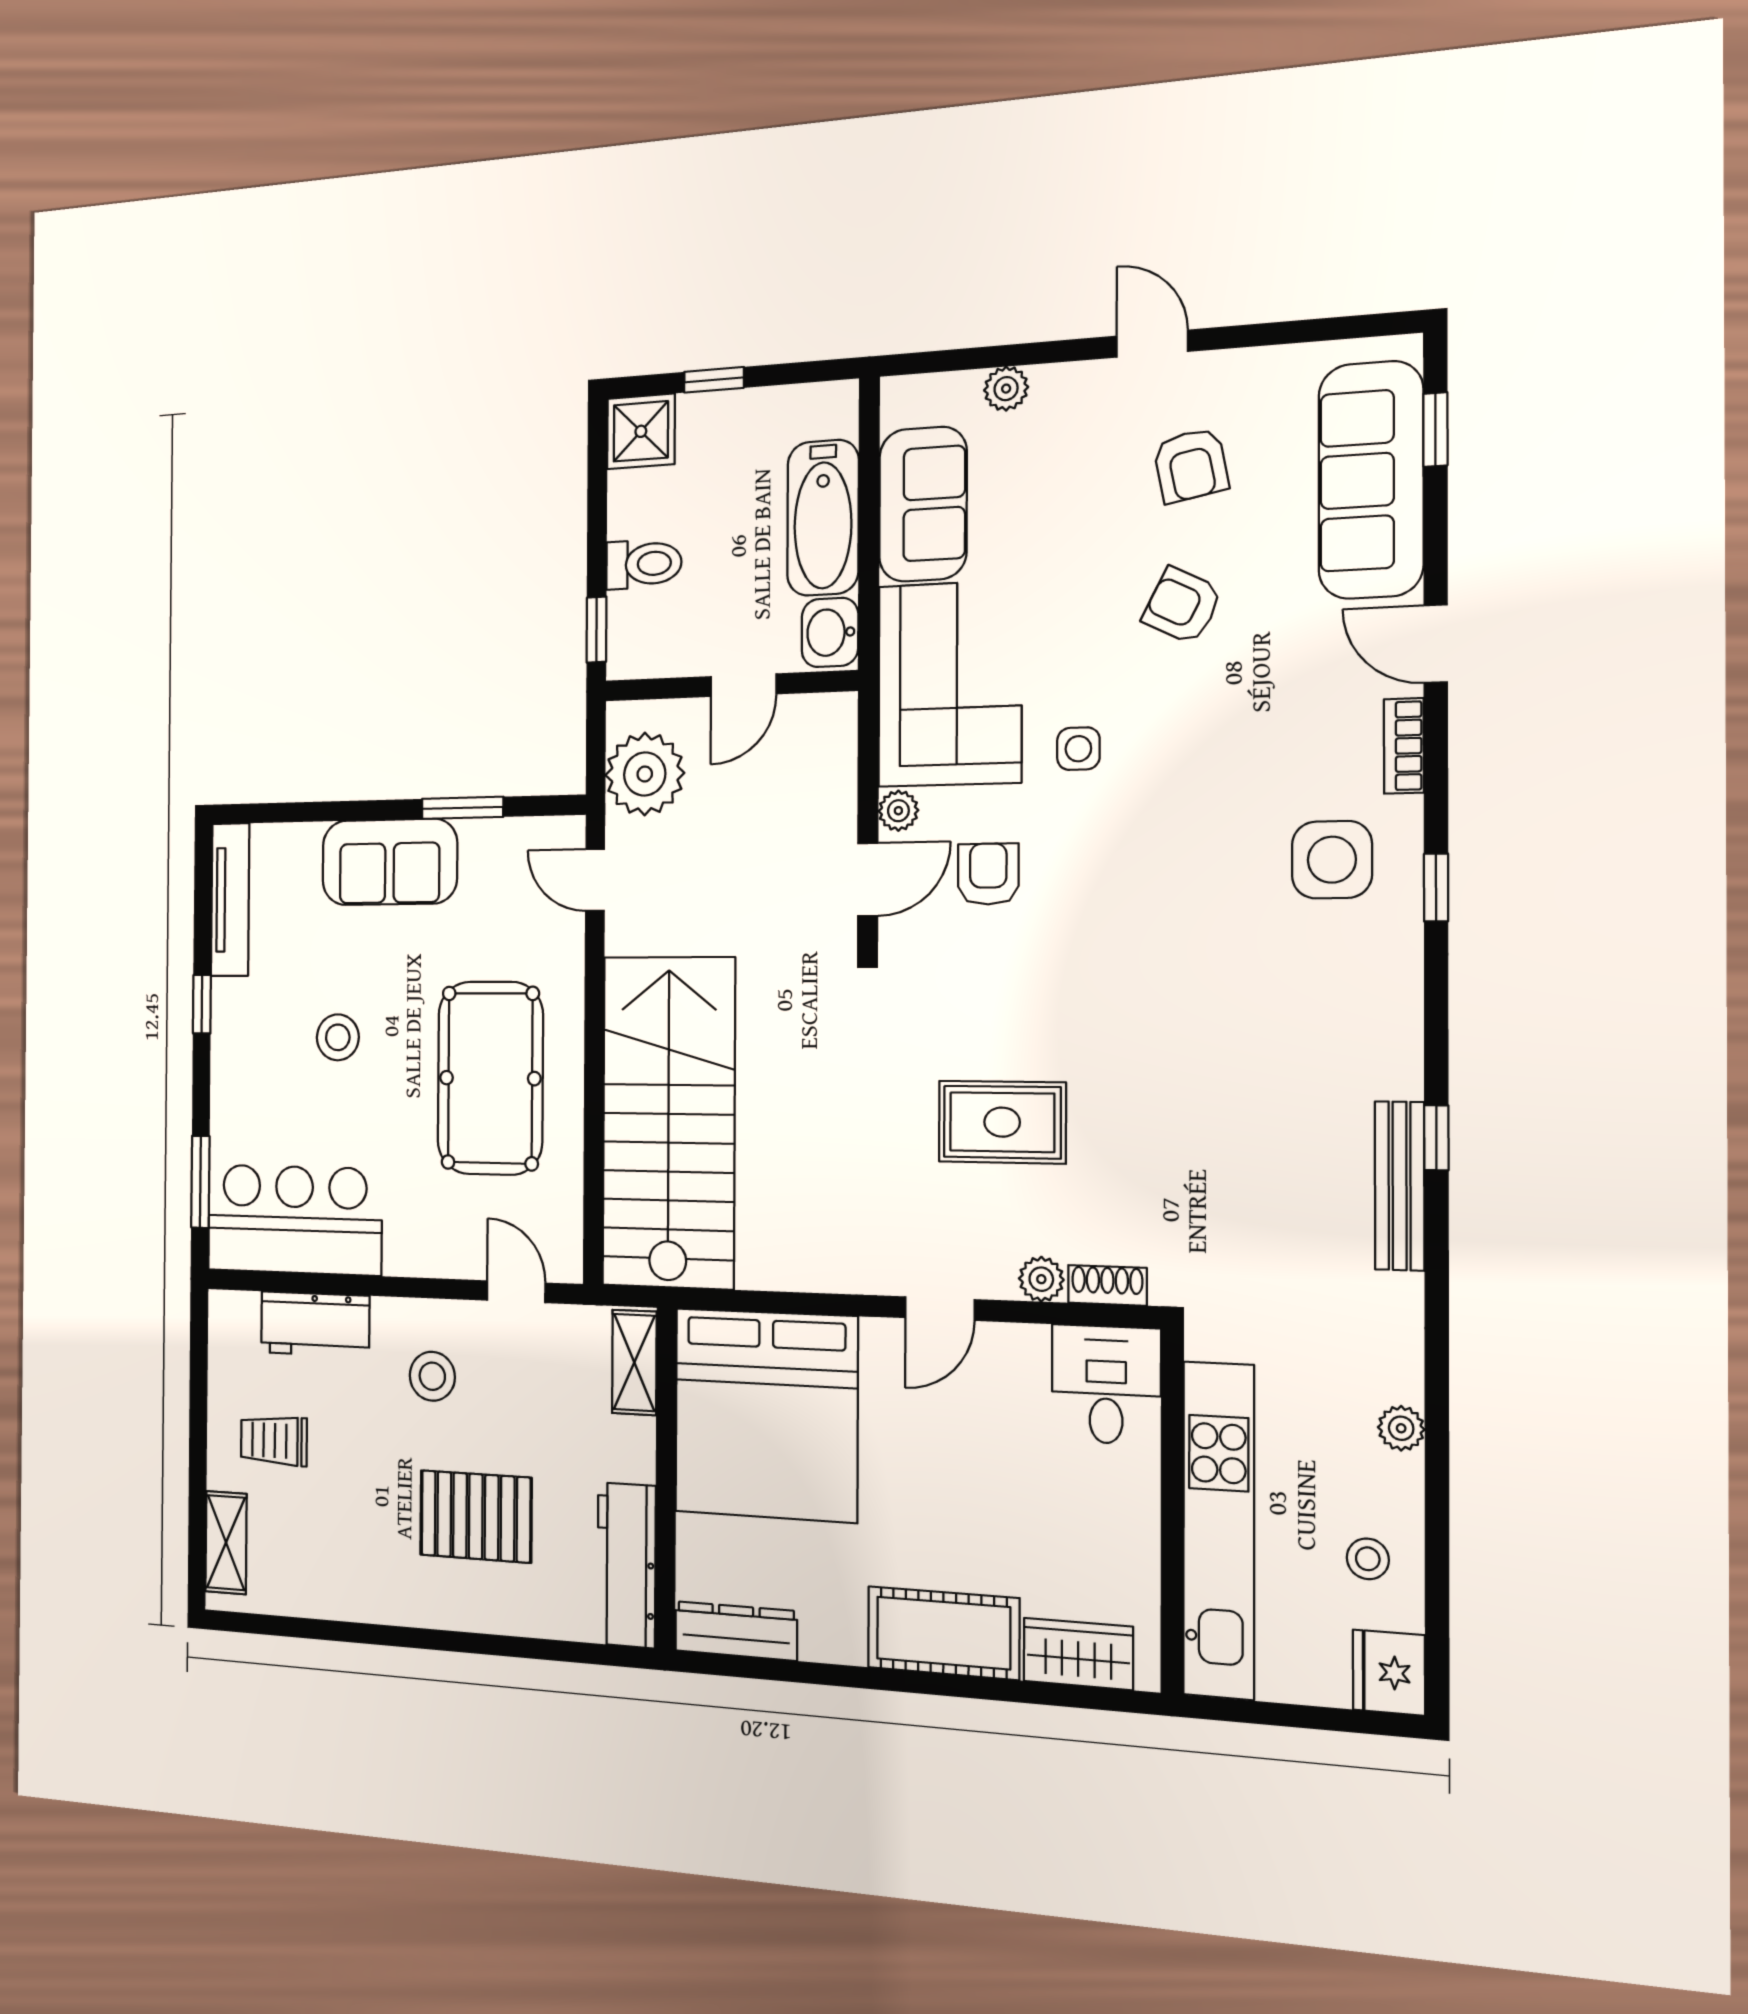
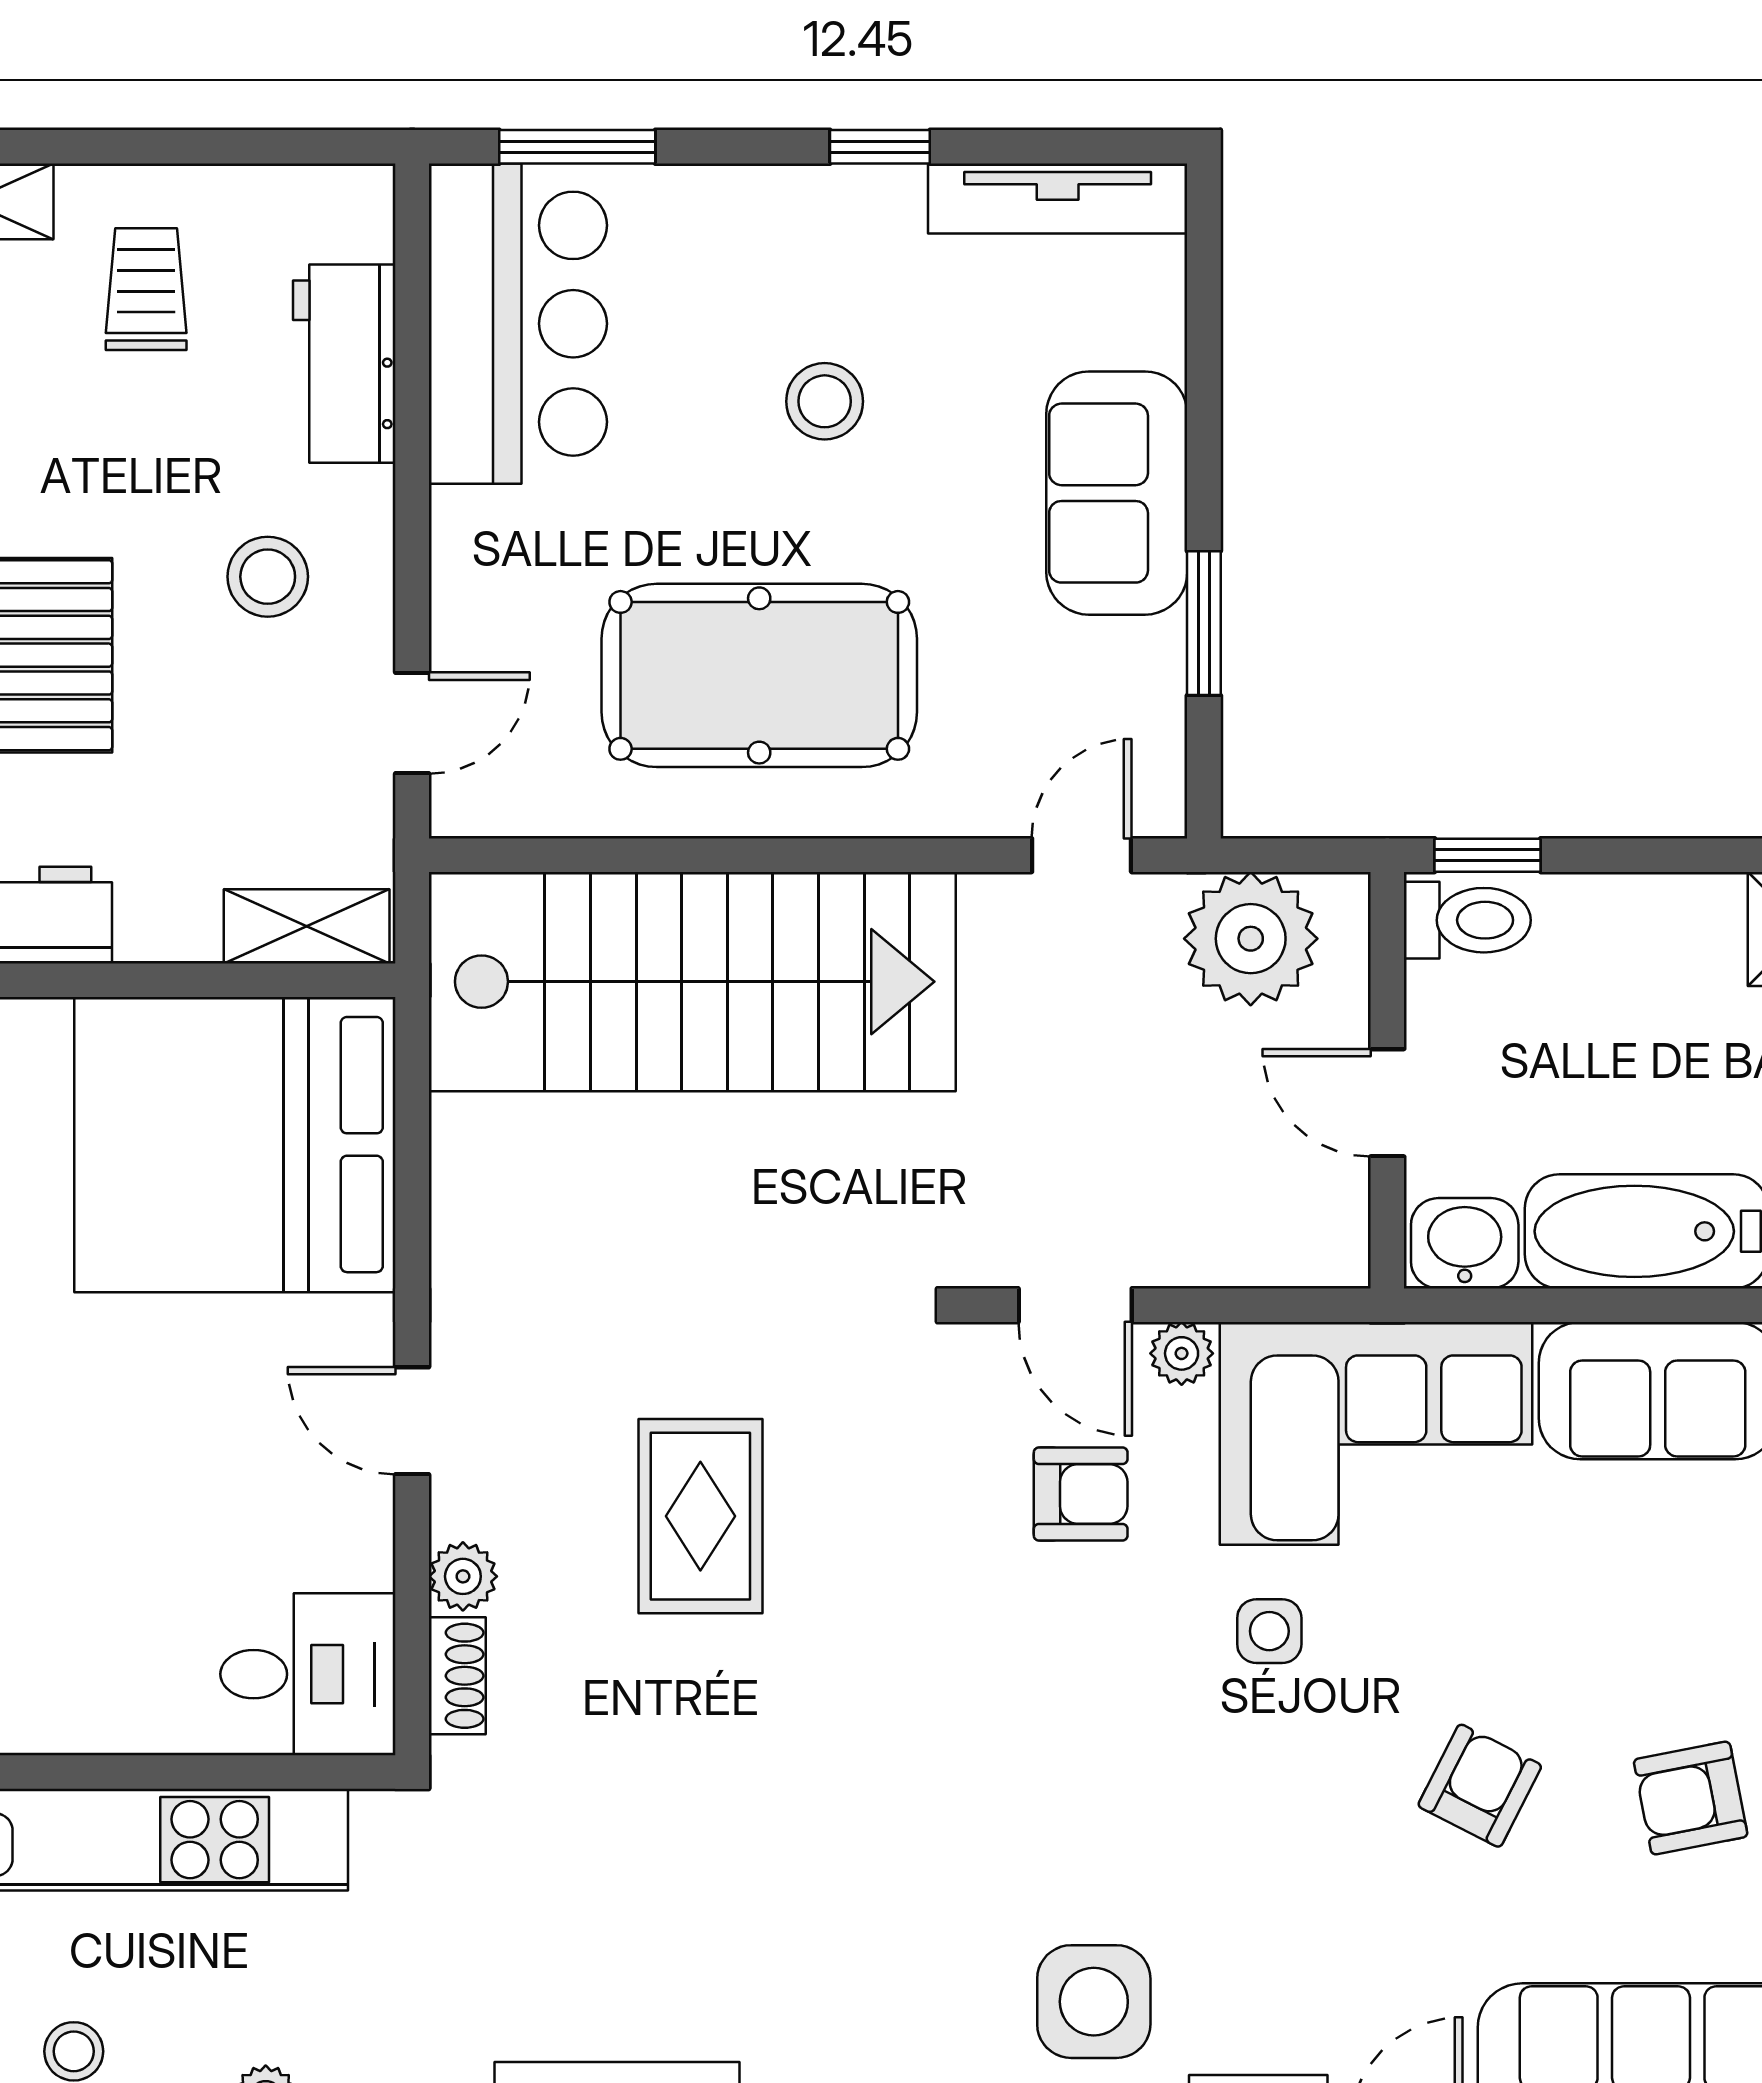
toilet: (644, 564) -> (1467, 920), moved, turned -90

